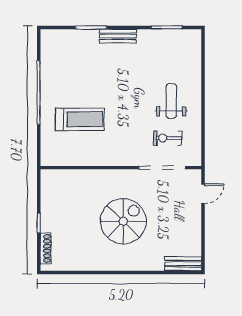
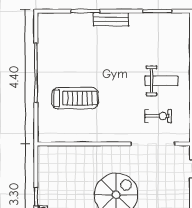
weight bench: (171, 101) -> (161, 81), turned 90
exercise bike: (168, 138) -> (158, 116), turned 180

